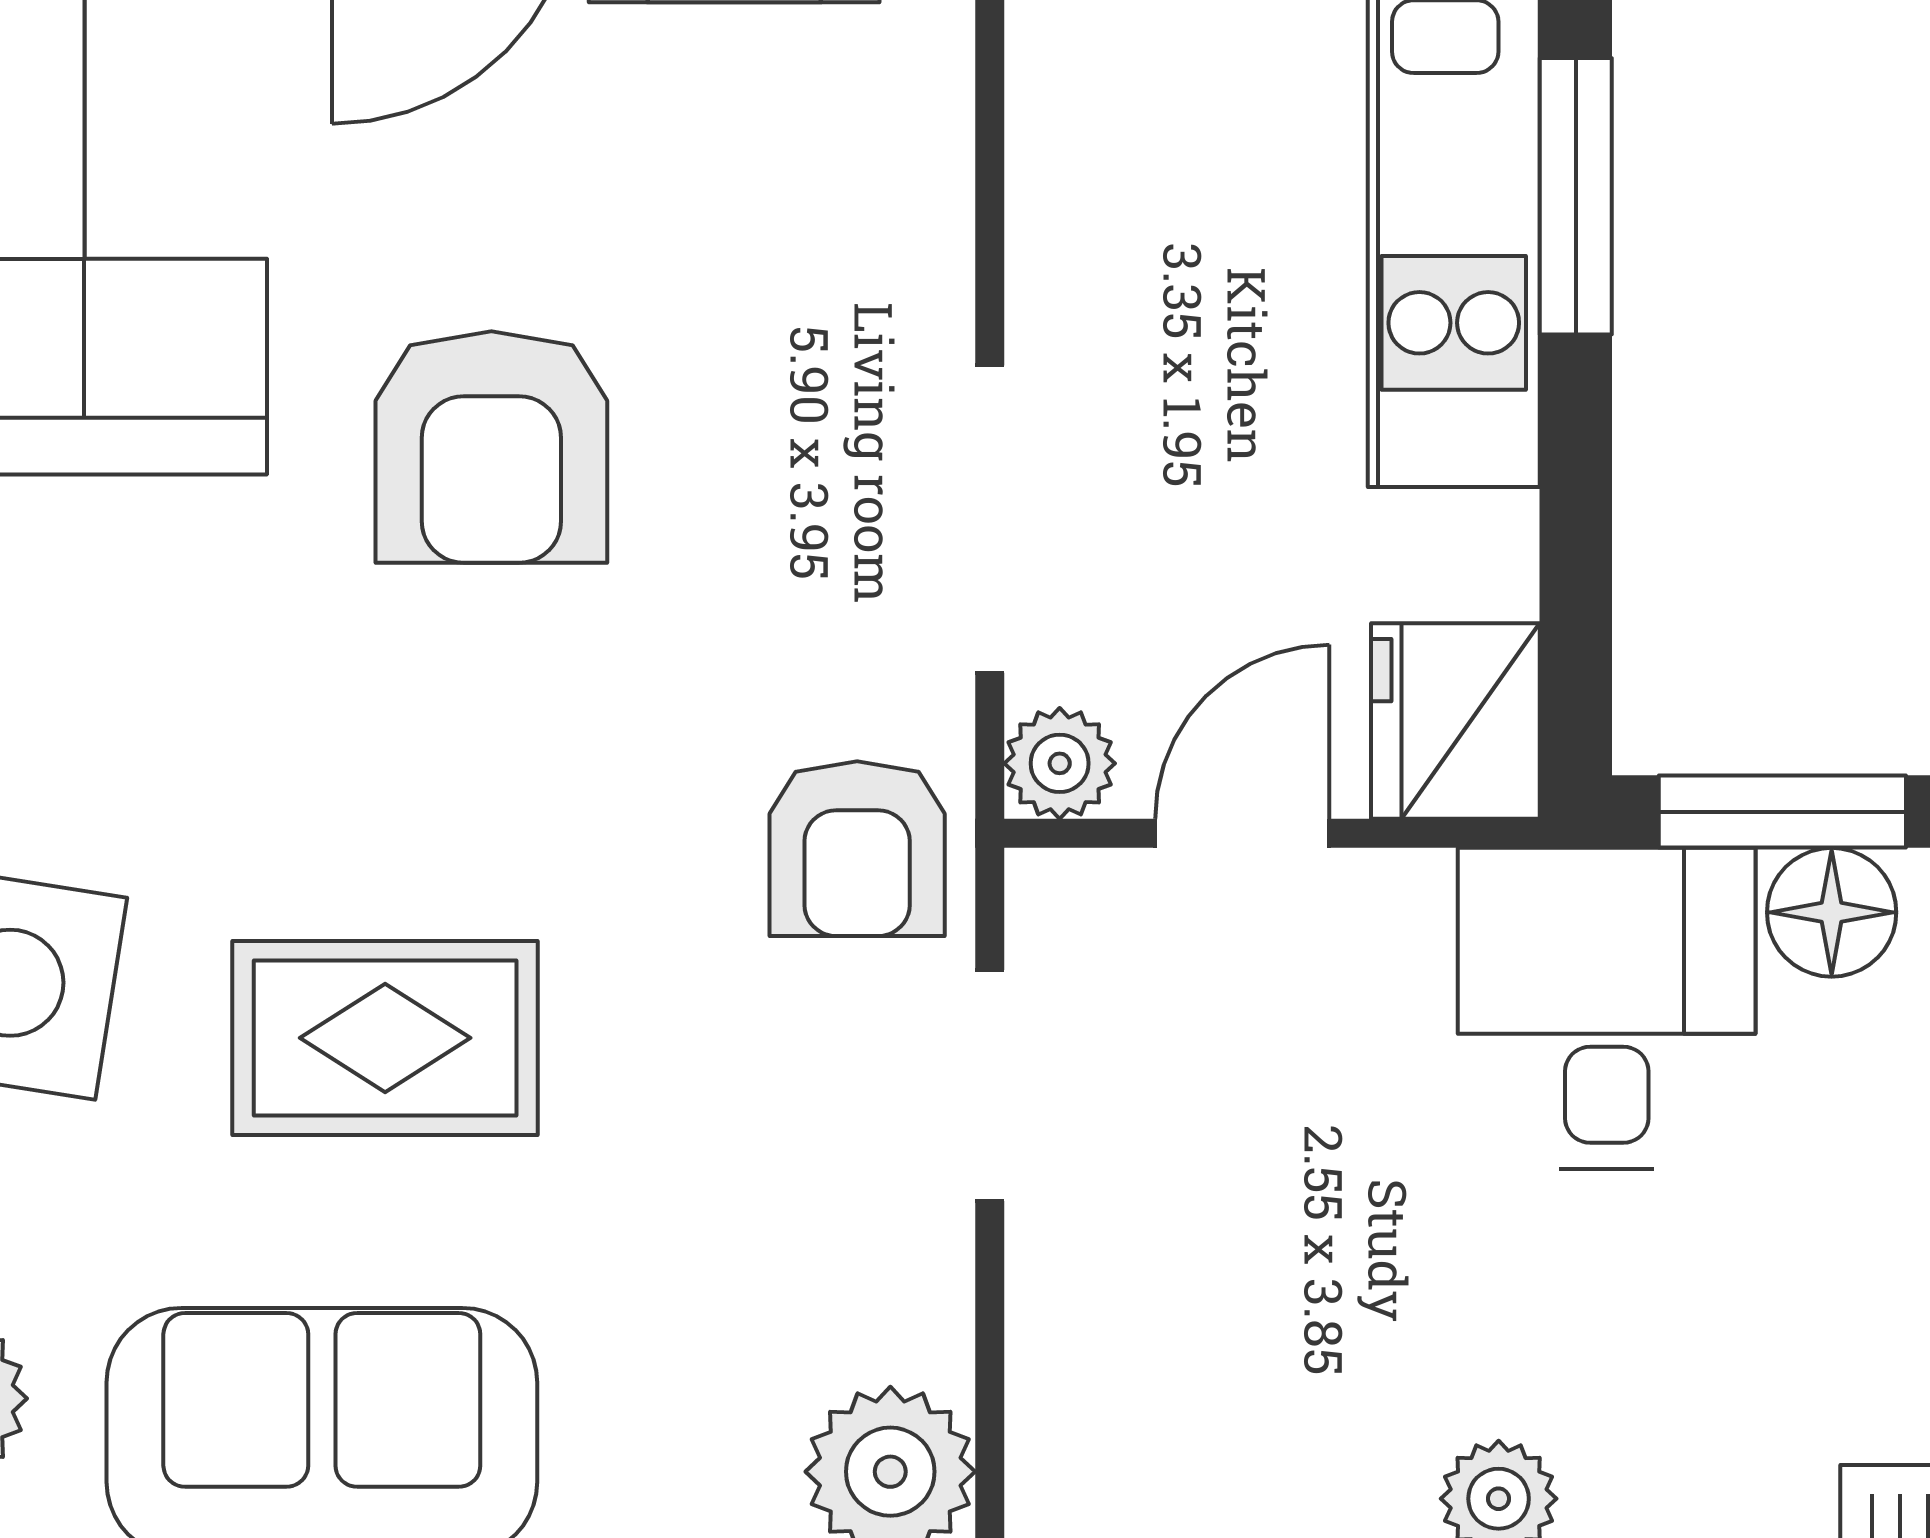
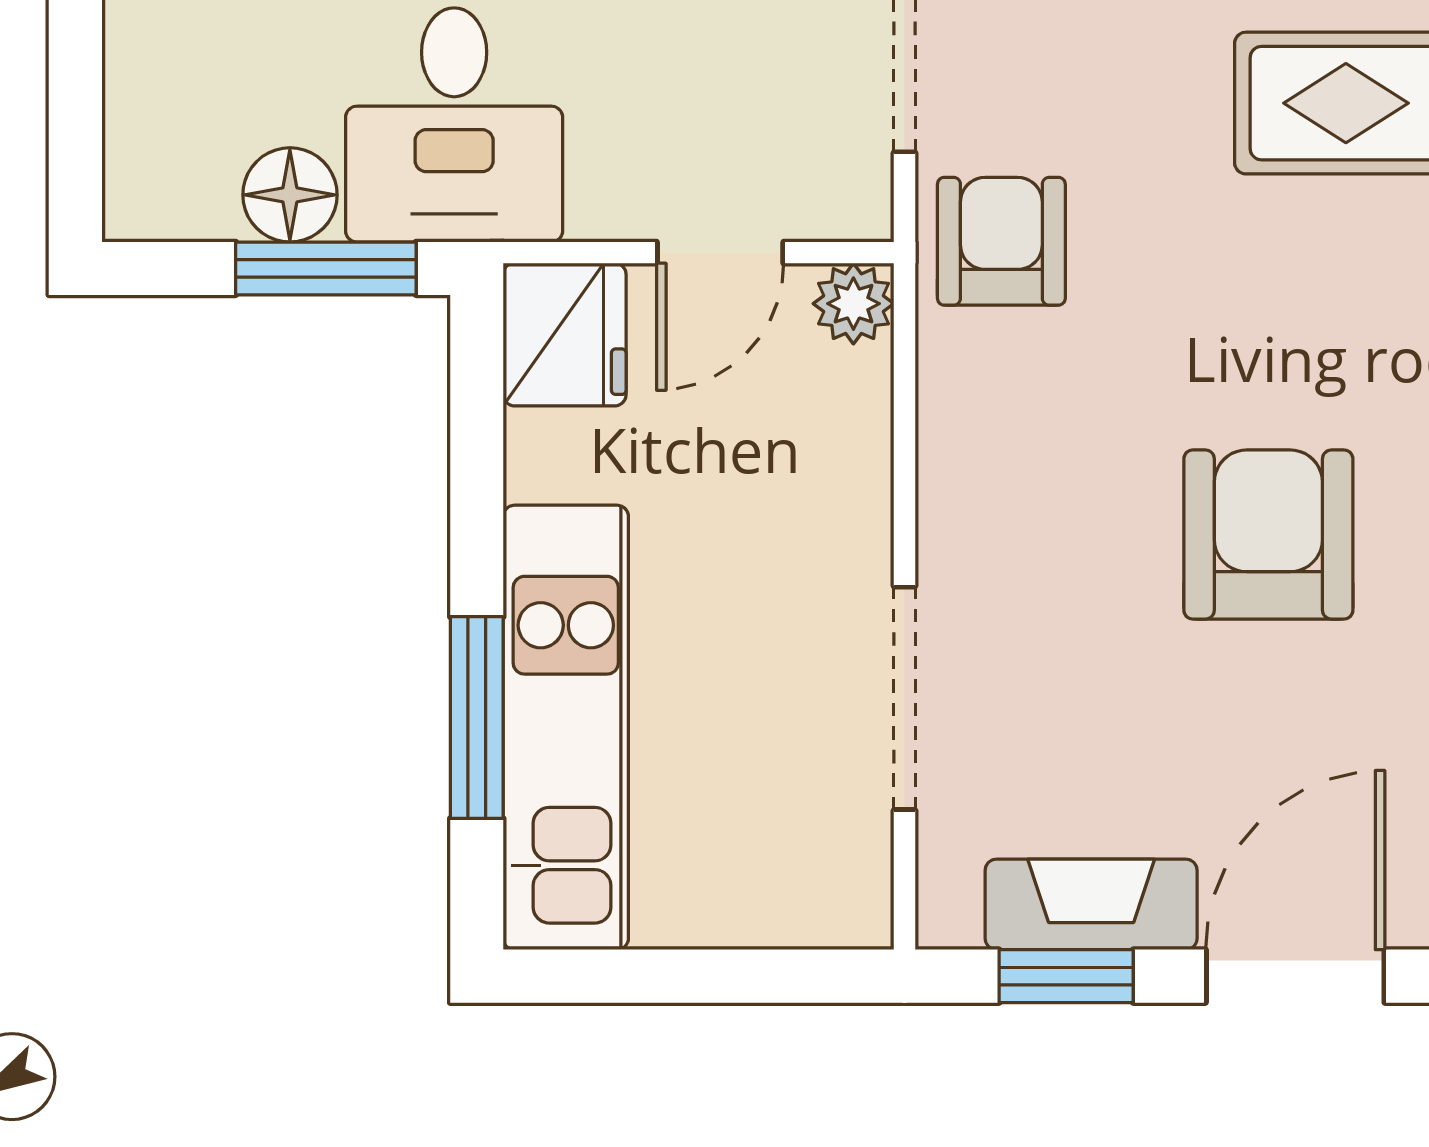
doorway: (990, 519) -> (905, 698), moved

